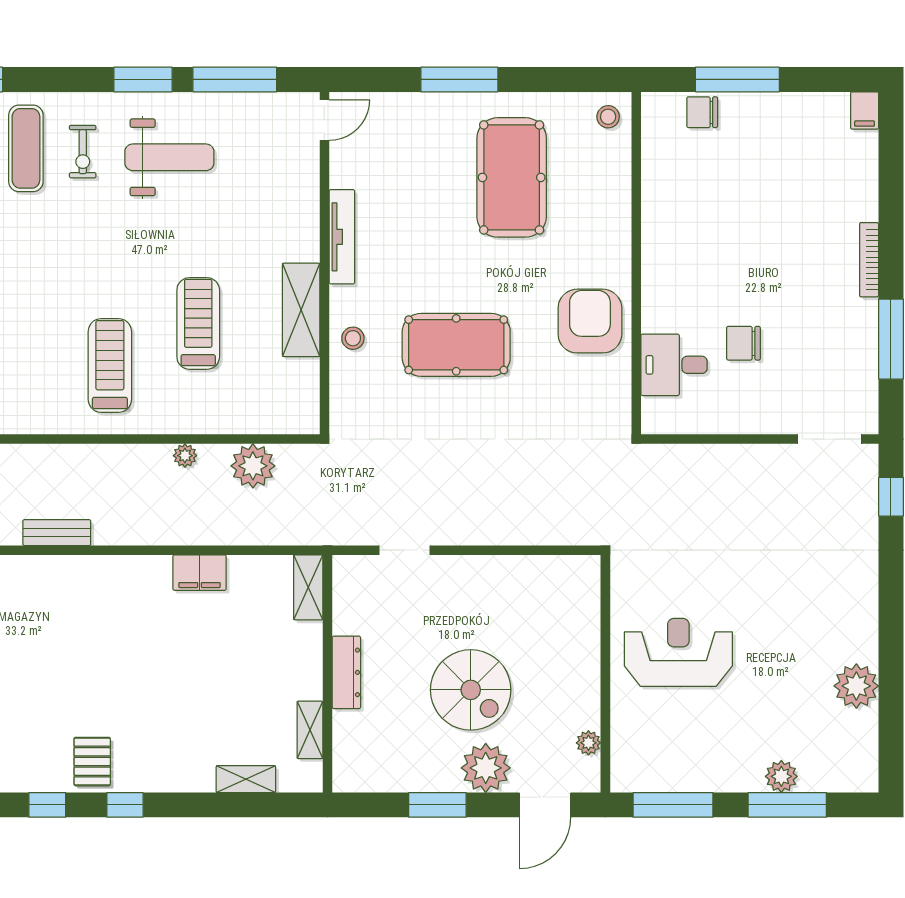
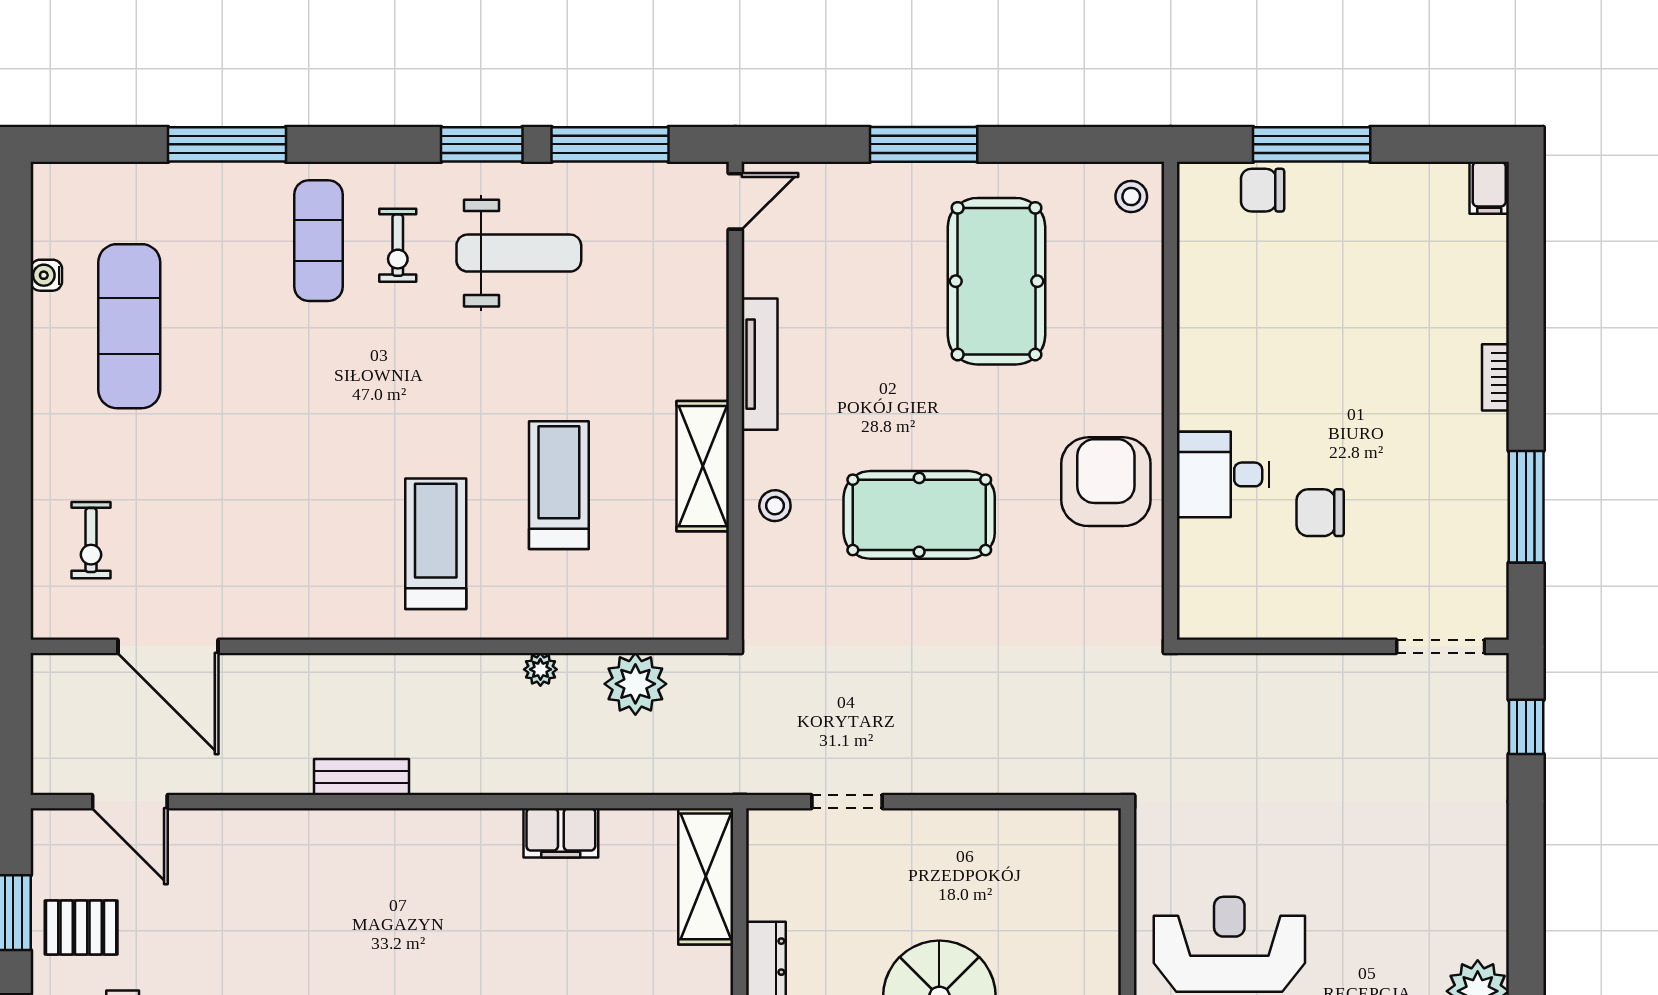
bookcase: (869, 260) -> (1496, 377), width x0.64
desk: (674, 365) -> (1223, 474), moved
shelving: (308, 587) -> (706, 876), width x1.50, depth x1.33

